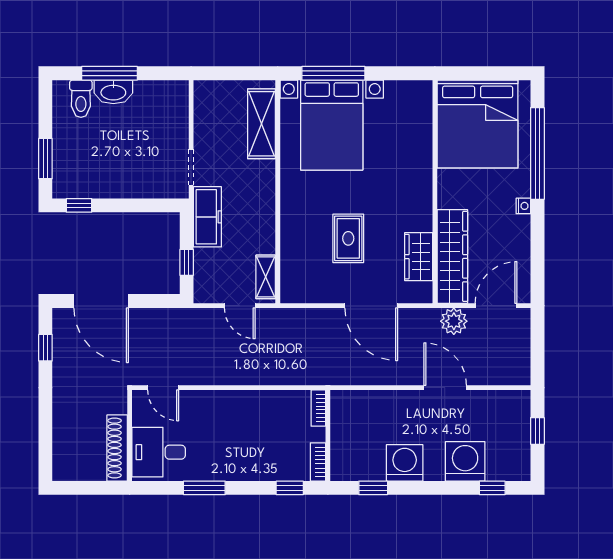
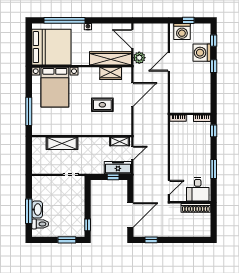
shelving: (262, 124) -> (62, 143), moved
bed with nightstands: (332, 125) -> (55, 87), moved, turned 90
freezer: (207, 217) -> (118, 168), moved
washing machine: (405, 463) -> (182, 32), moved, turned -90
window: (373, 488) -> (214, 66), moved

